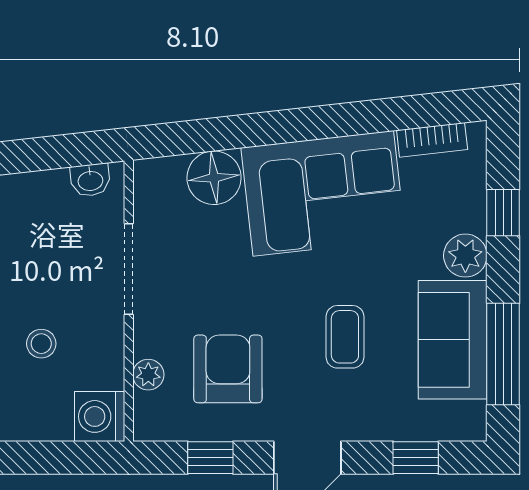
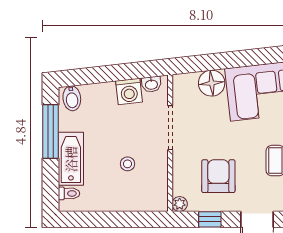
plant: (148, 375) -> (180, 204), moved
washing machine: (100, 416) -> (129, 91), moved, turned -96

